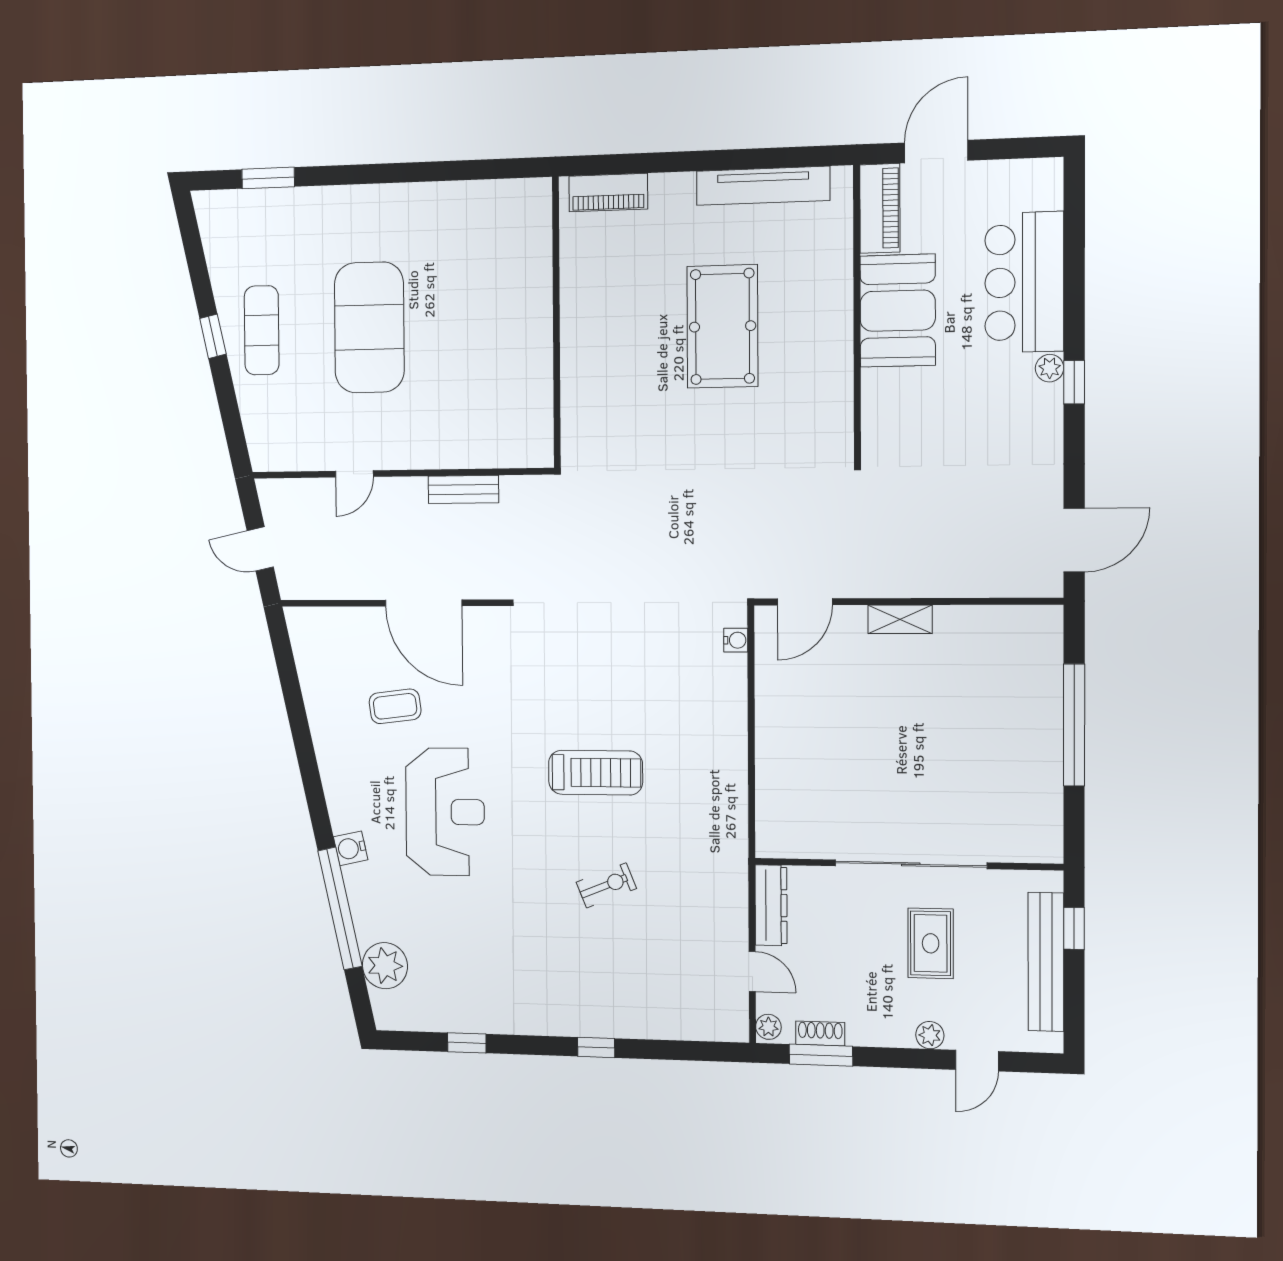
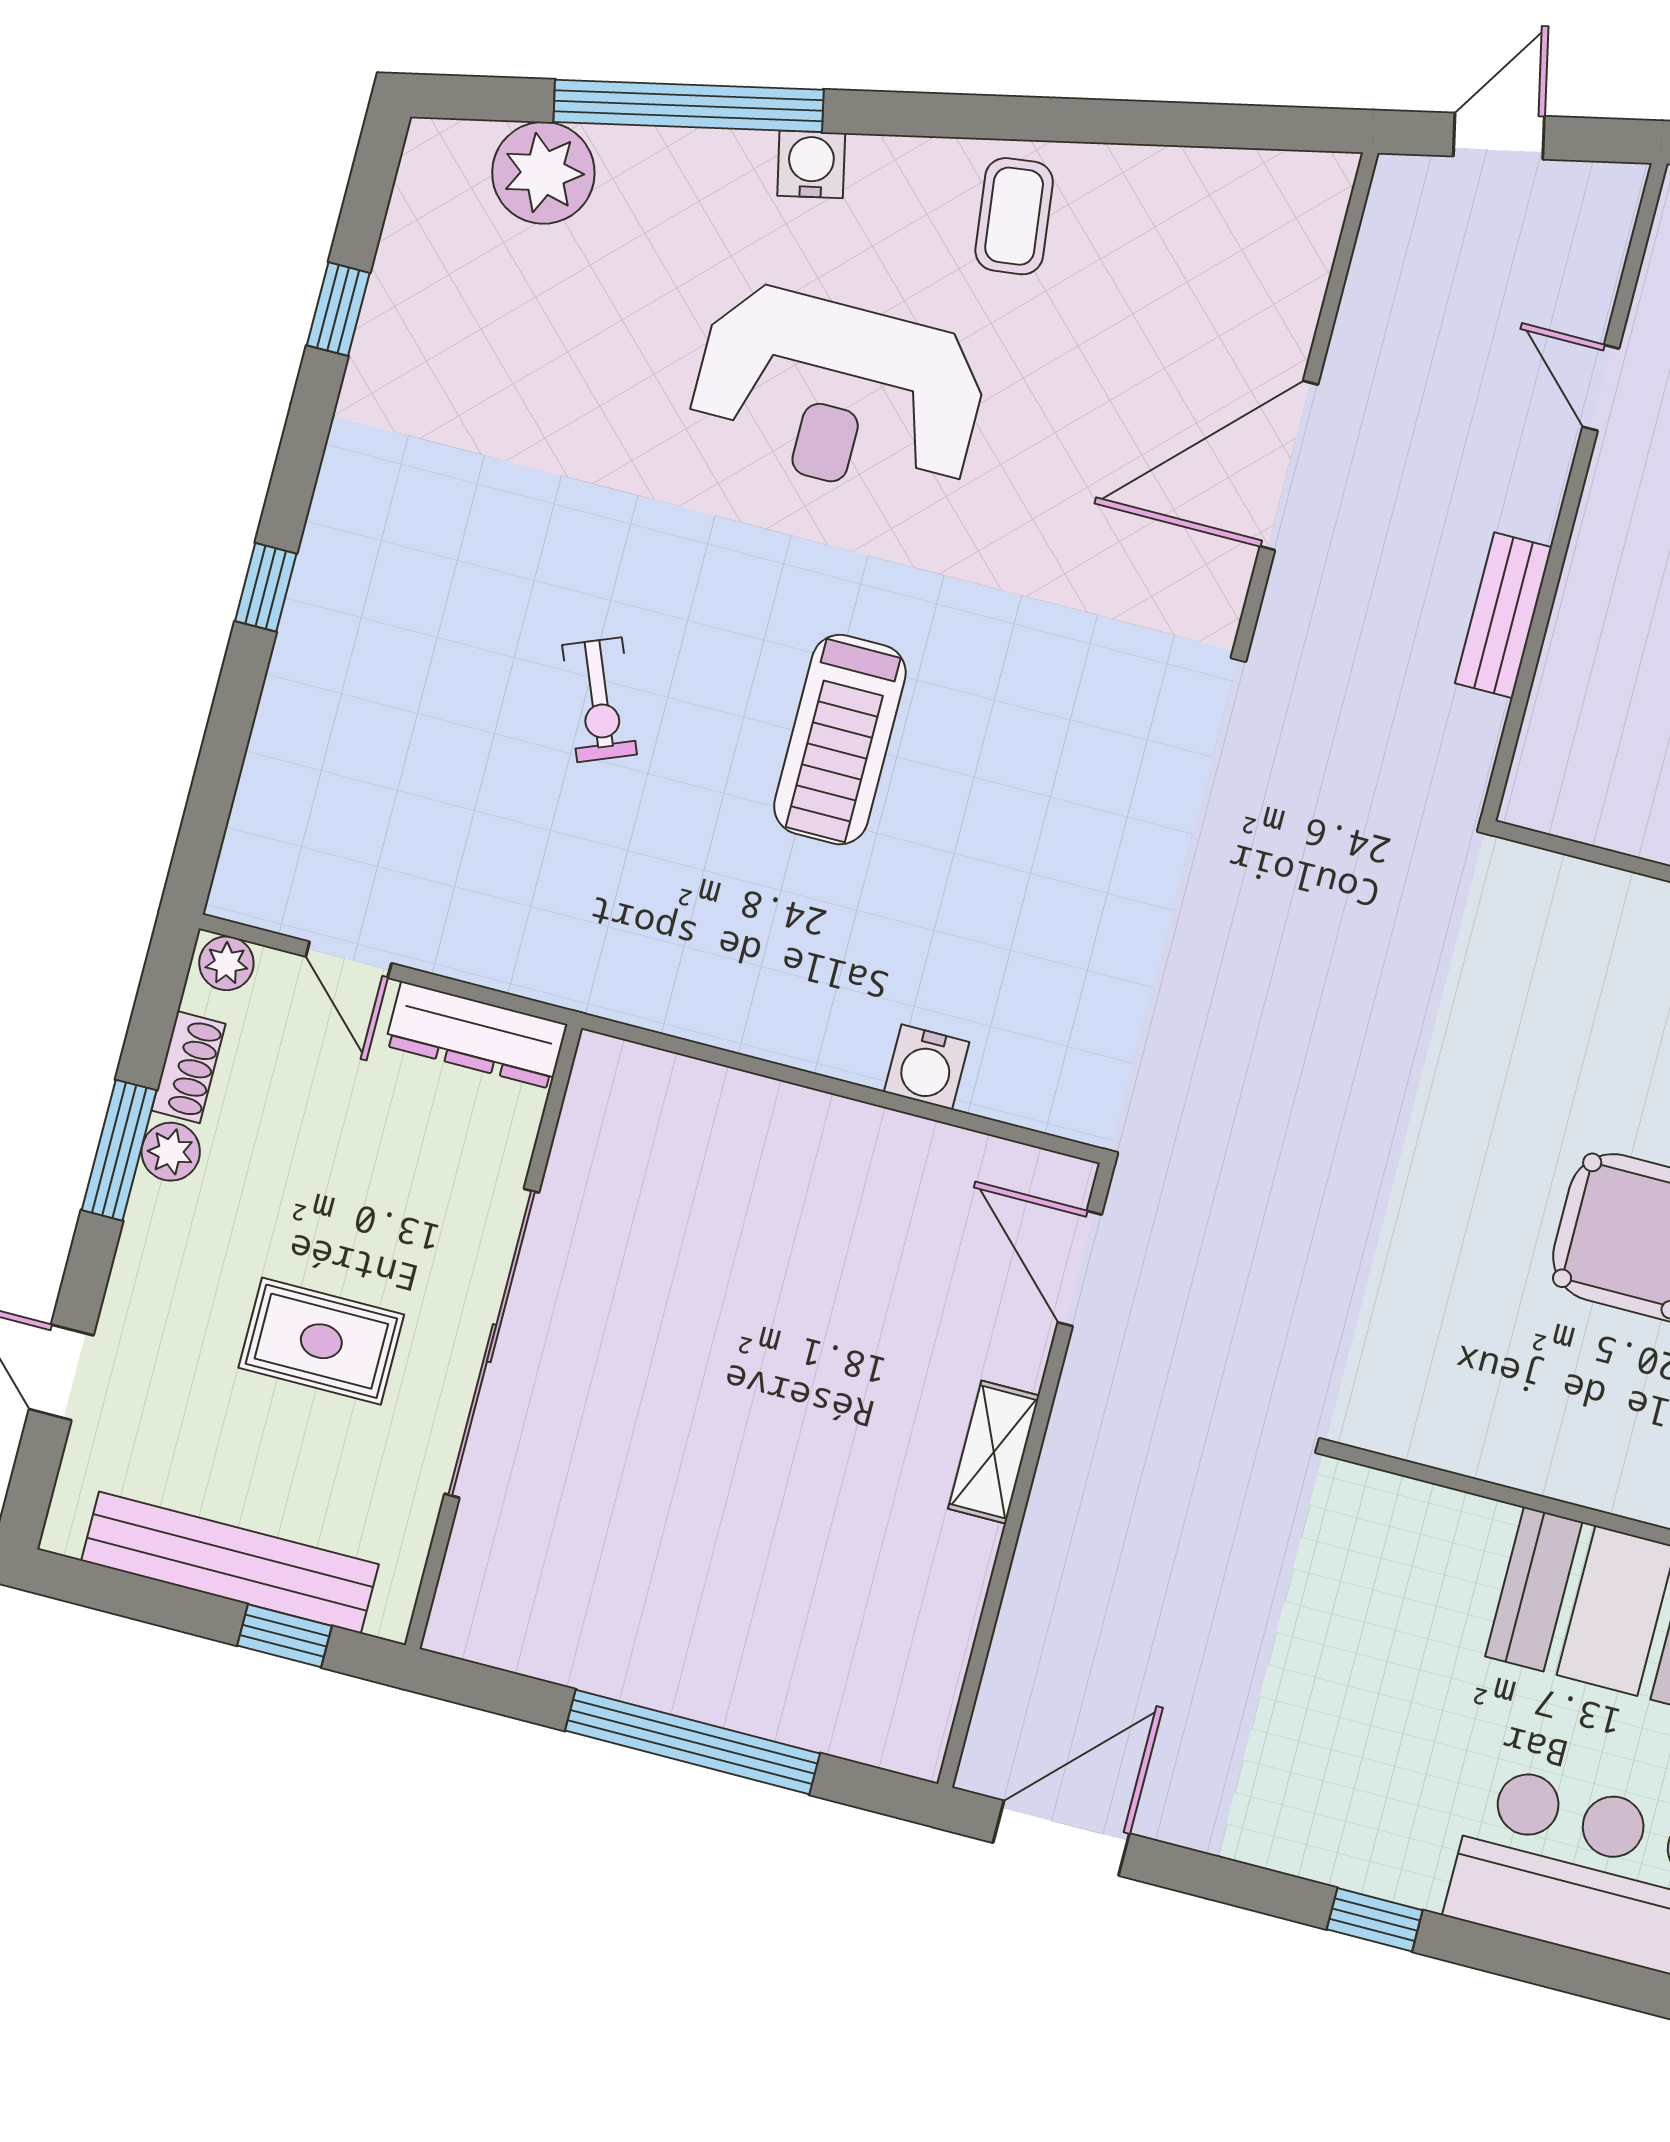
plant: (1050, 368) -> (1416, 1879), removed
door: (1074, 540) -> (1061, 1838), swing flipped
water cooler: (736, 640) -> (927, 1067), moved, width x1.38, depth x1.38
coffee table: (395, 706) -> (1014, 216), moved
door: (752, 971) -> (349, 960), hinge flipped
plant: (930, 1035) -> (171, 1152), moved
window: (821, 1055) -> (119, 1150), moved

